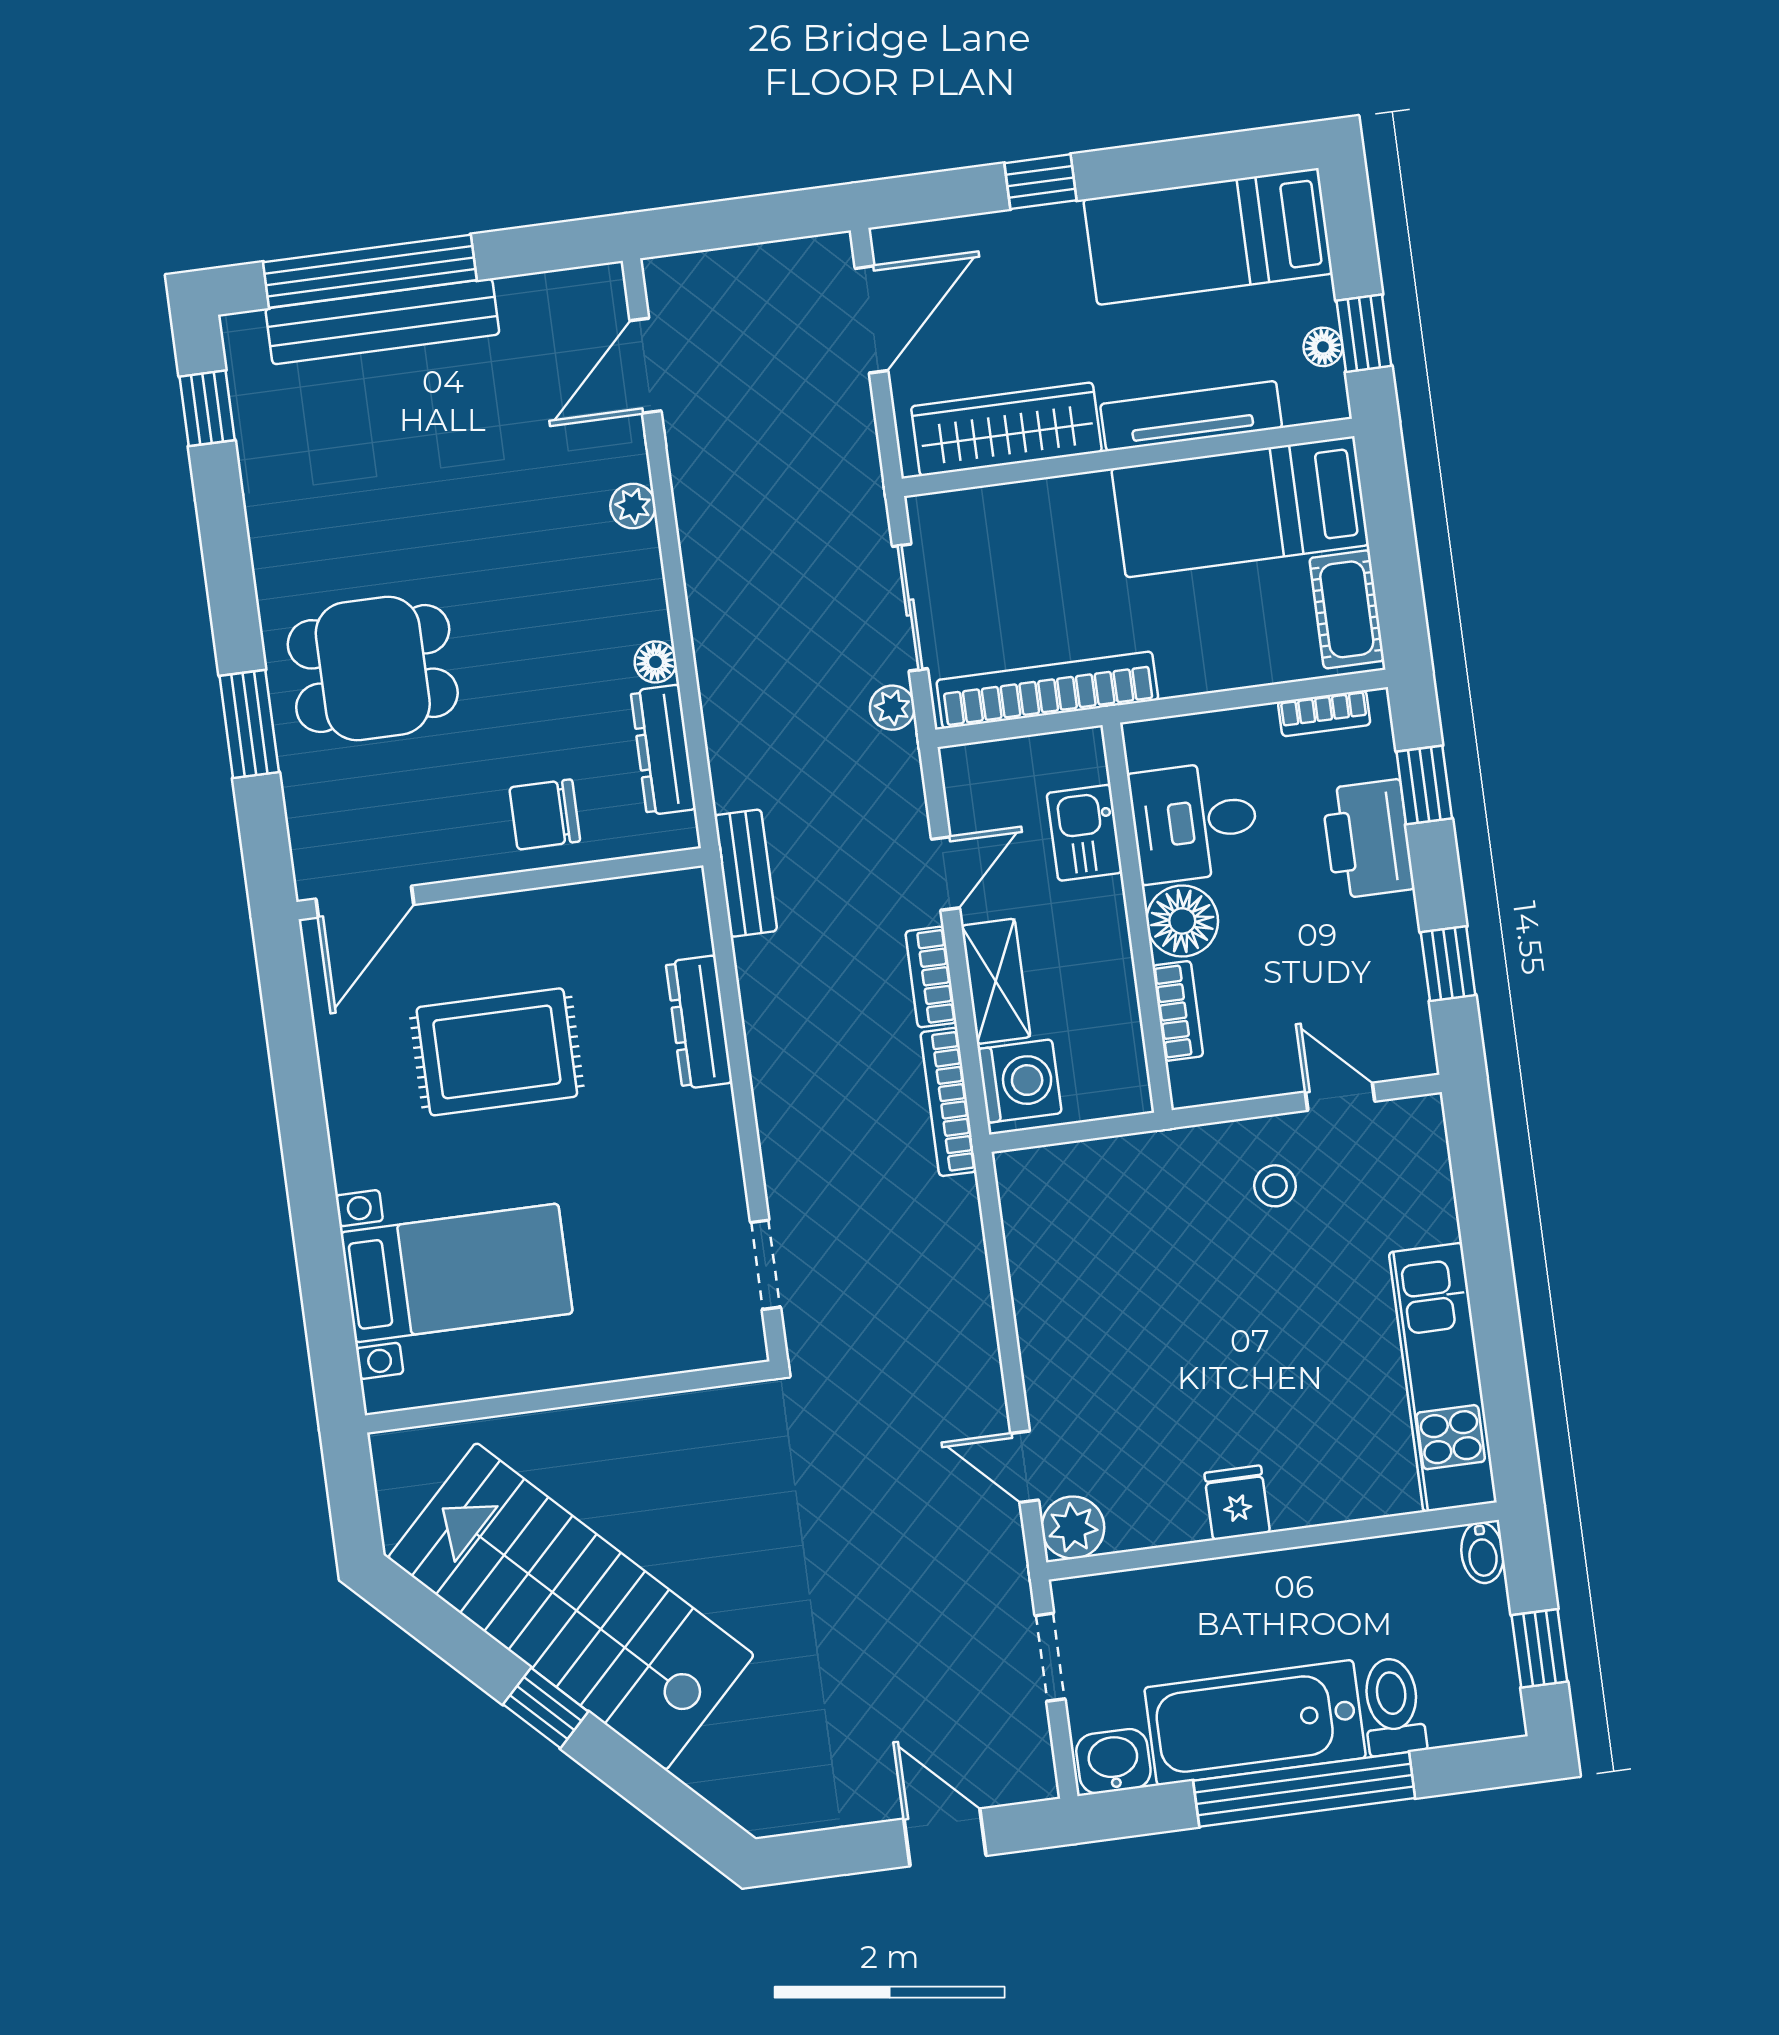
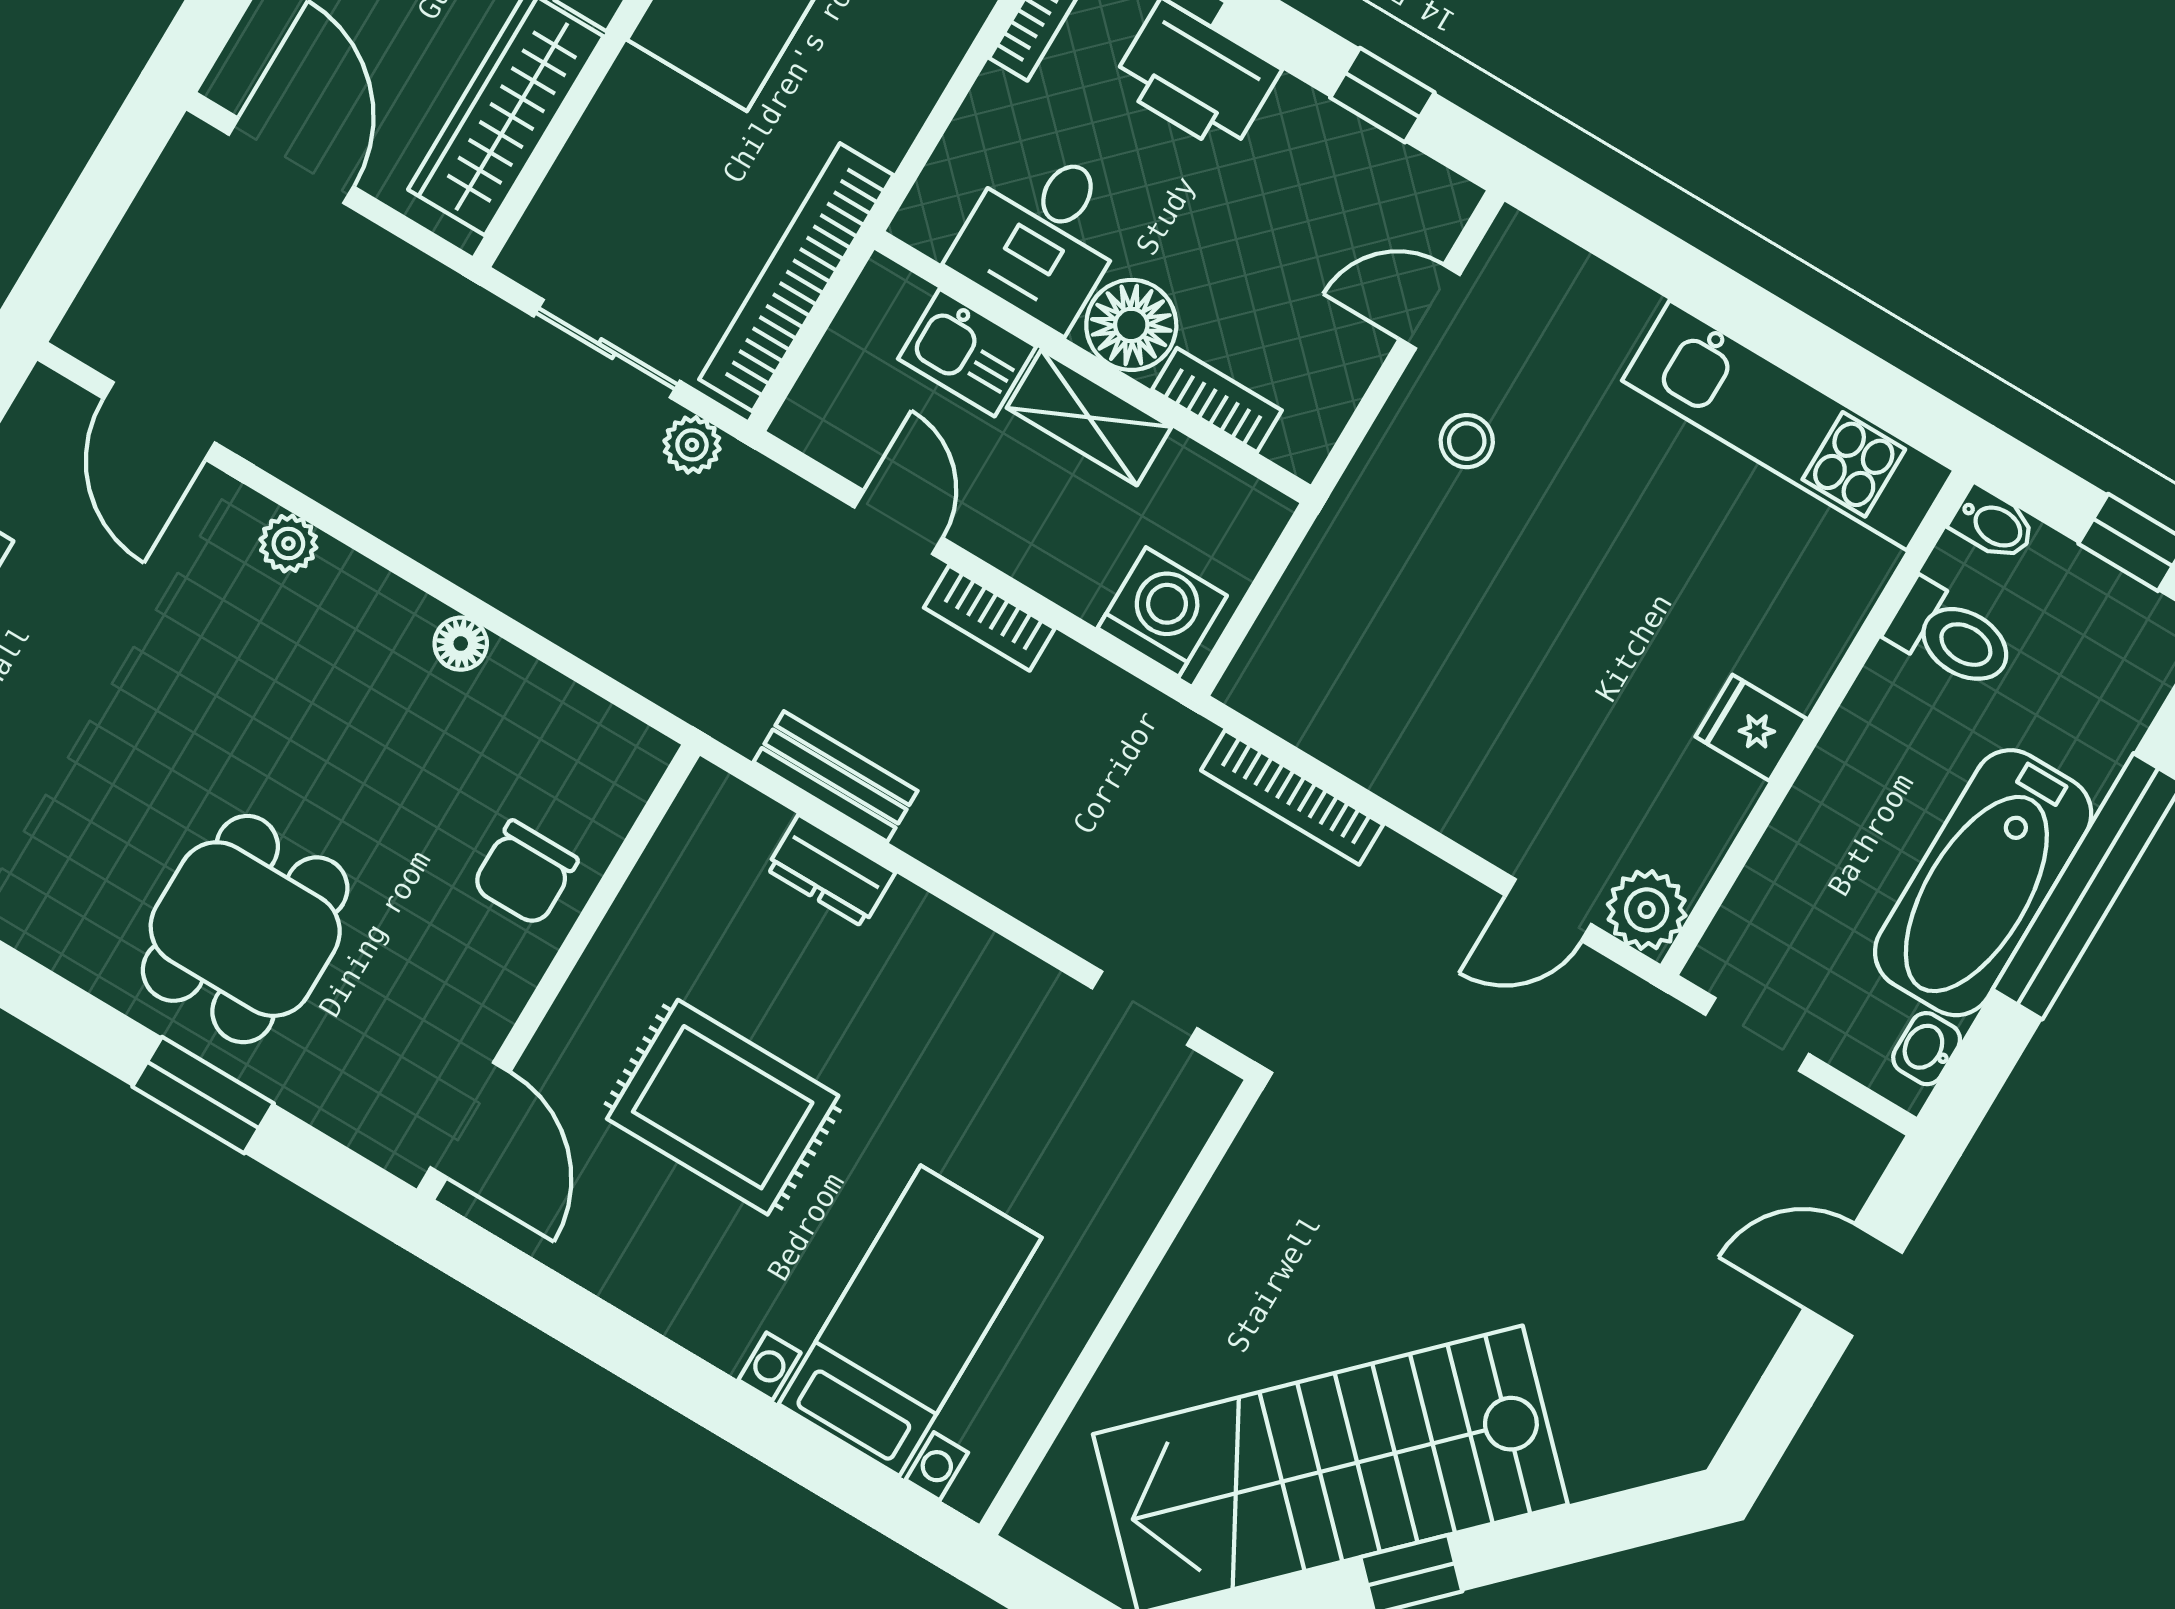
dresser: (663, 750) -> (554, 705), removed
bench: (746, 873) -> (835, 777), moved
shelving: (996, 981) -> (1089, 417), moved
dresser: (699, 1022) -> (831, 871), width x0.70
rug: (497, 1052) -> (723, 1107), turned 90
bookcase: (948, 1102) -> (1292, 797), moved
toilet: (1393, 1706) -> (1951, 636), moved, turned 180
washbasin: (1113, 1761) -> (1927, 1049), width x0.72, depth x0.69

